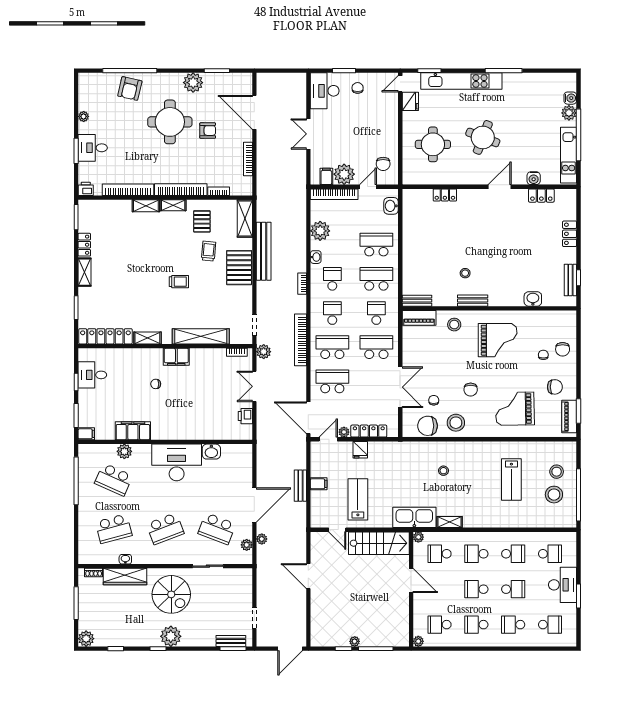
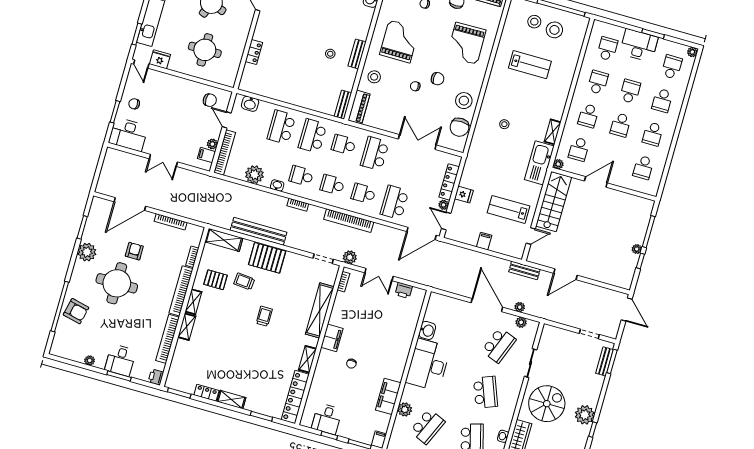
plant: (344, 174) -> (212, 144), width x0.53, depth x0.53
school desk: (332, 347) -> (363, 194), width x0.54
chair: (434, 400) -> (415, 86), moved
bench: (300, 486) -> (524, 270), moved
plant: (418, 641) -> (692, 52), moved

